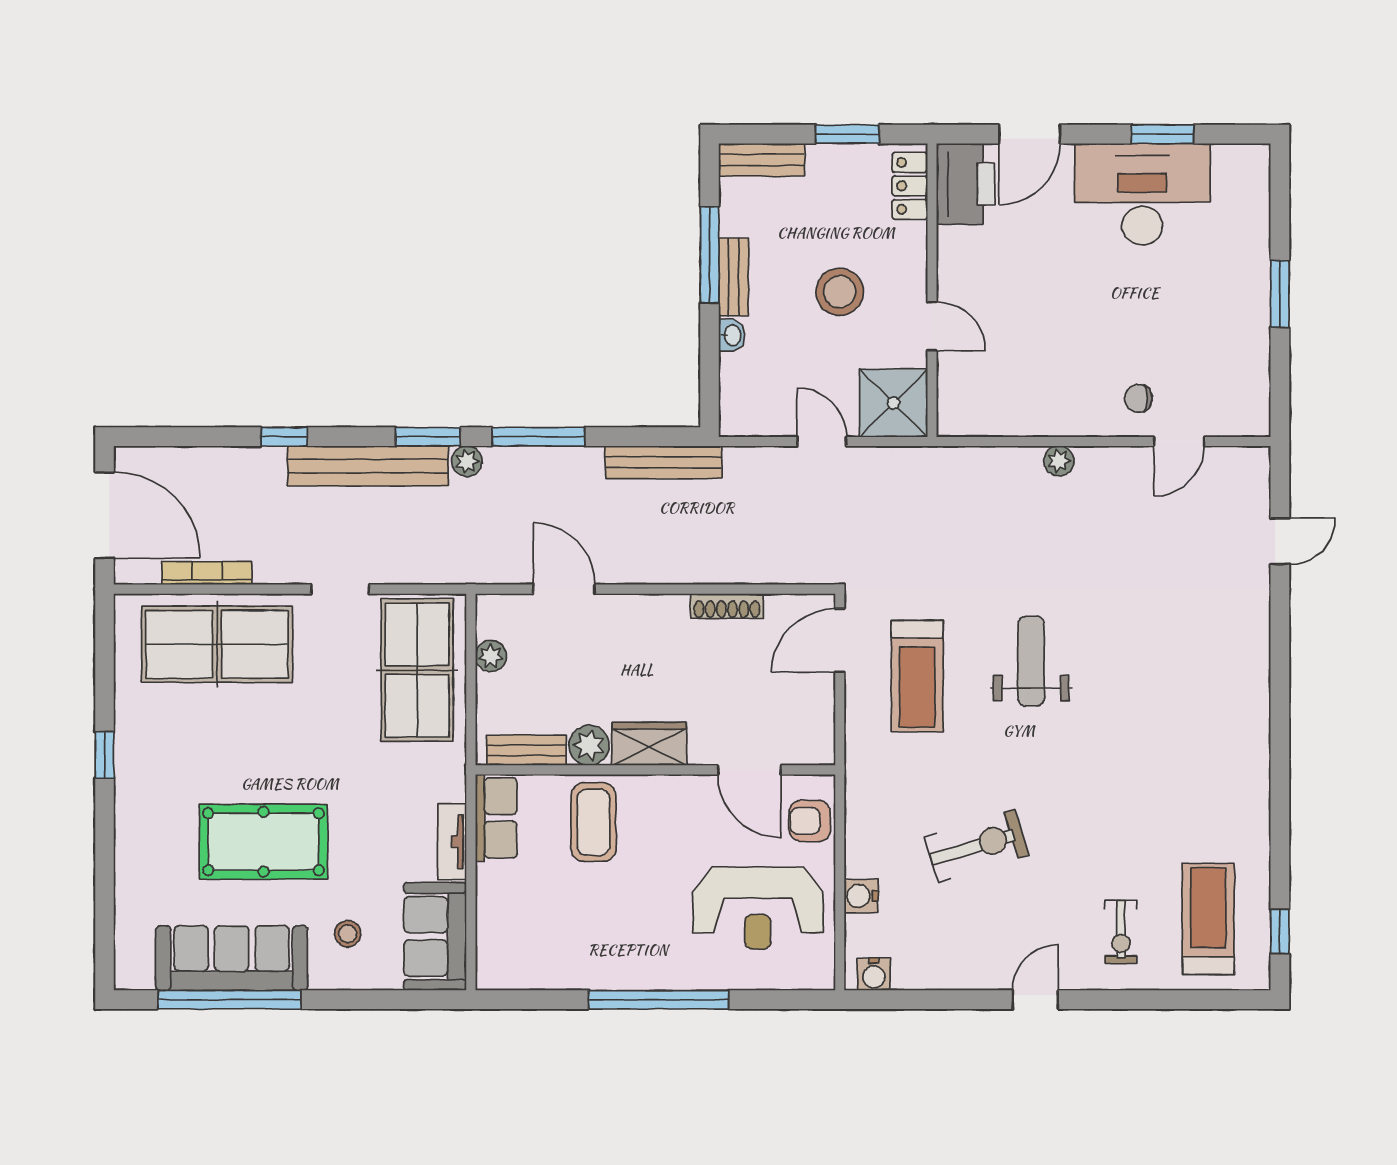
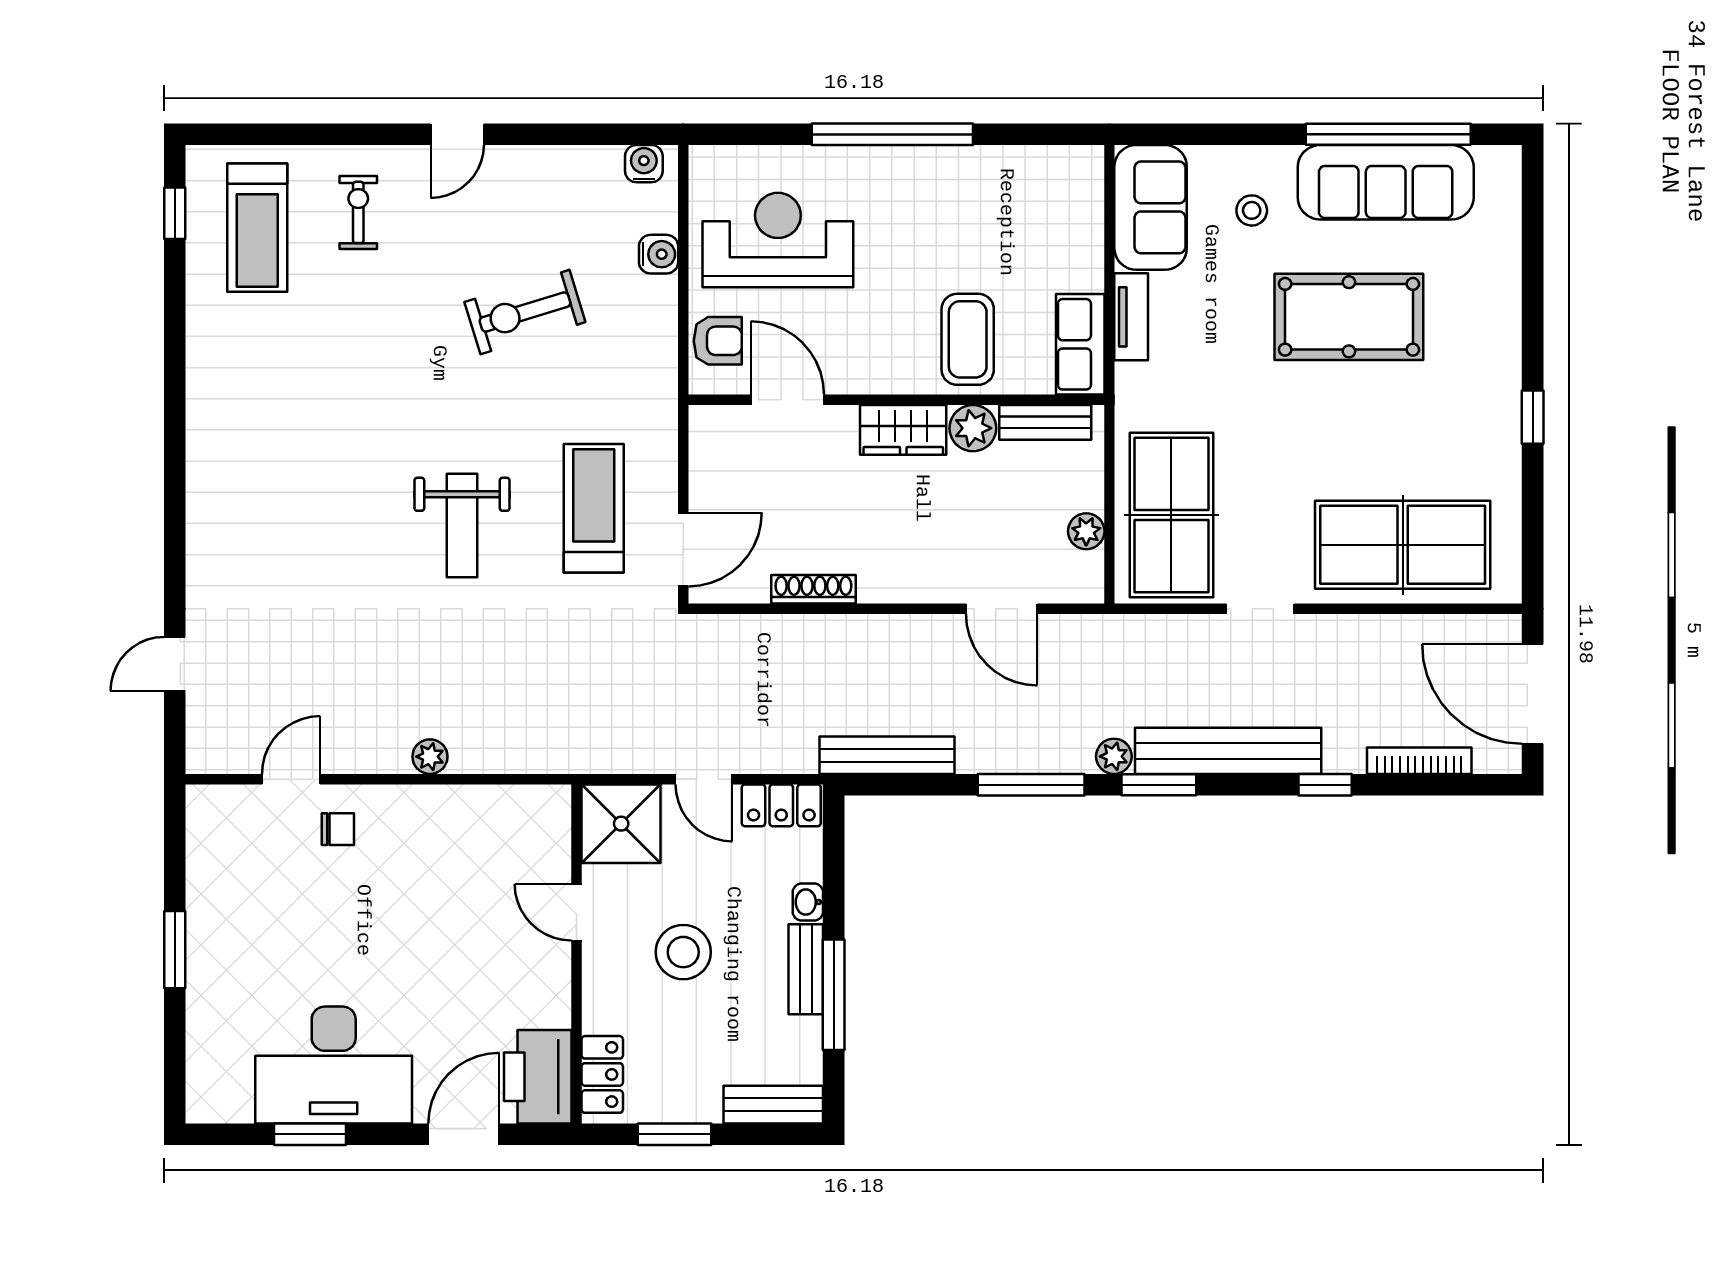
locker: (755, 419) -> (781, 805), added
bookcase: (207, 573) -> (1419, 761), moved, turned 180

